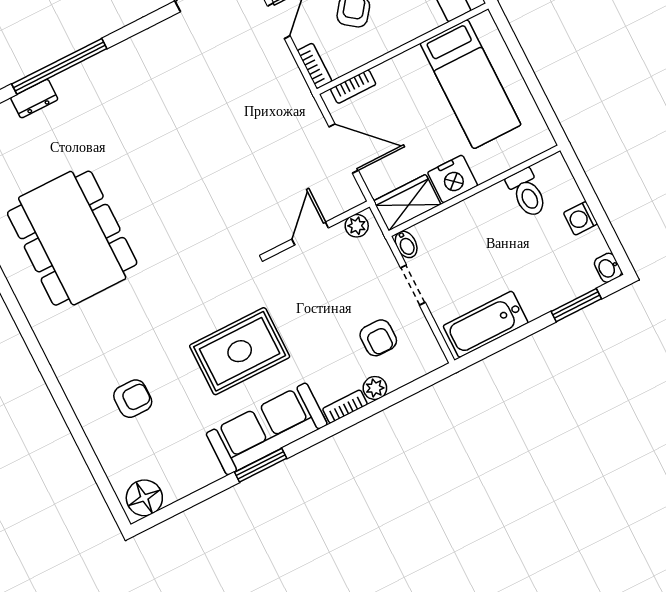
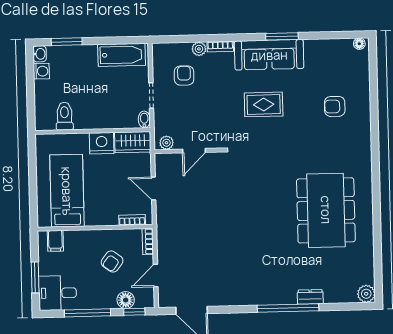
door: (344, 149) -> (153, 188), width x0.73
washing machine: (581, 218) -> (41, 71), moved
rug: (240, 351) -> (264, 104), width x0.73, depth x0.70
floor lamp: (144, 498) -> (359, 44), width x0.53, depth x0.53

